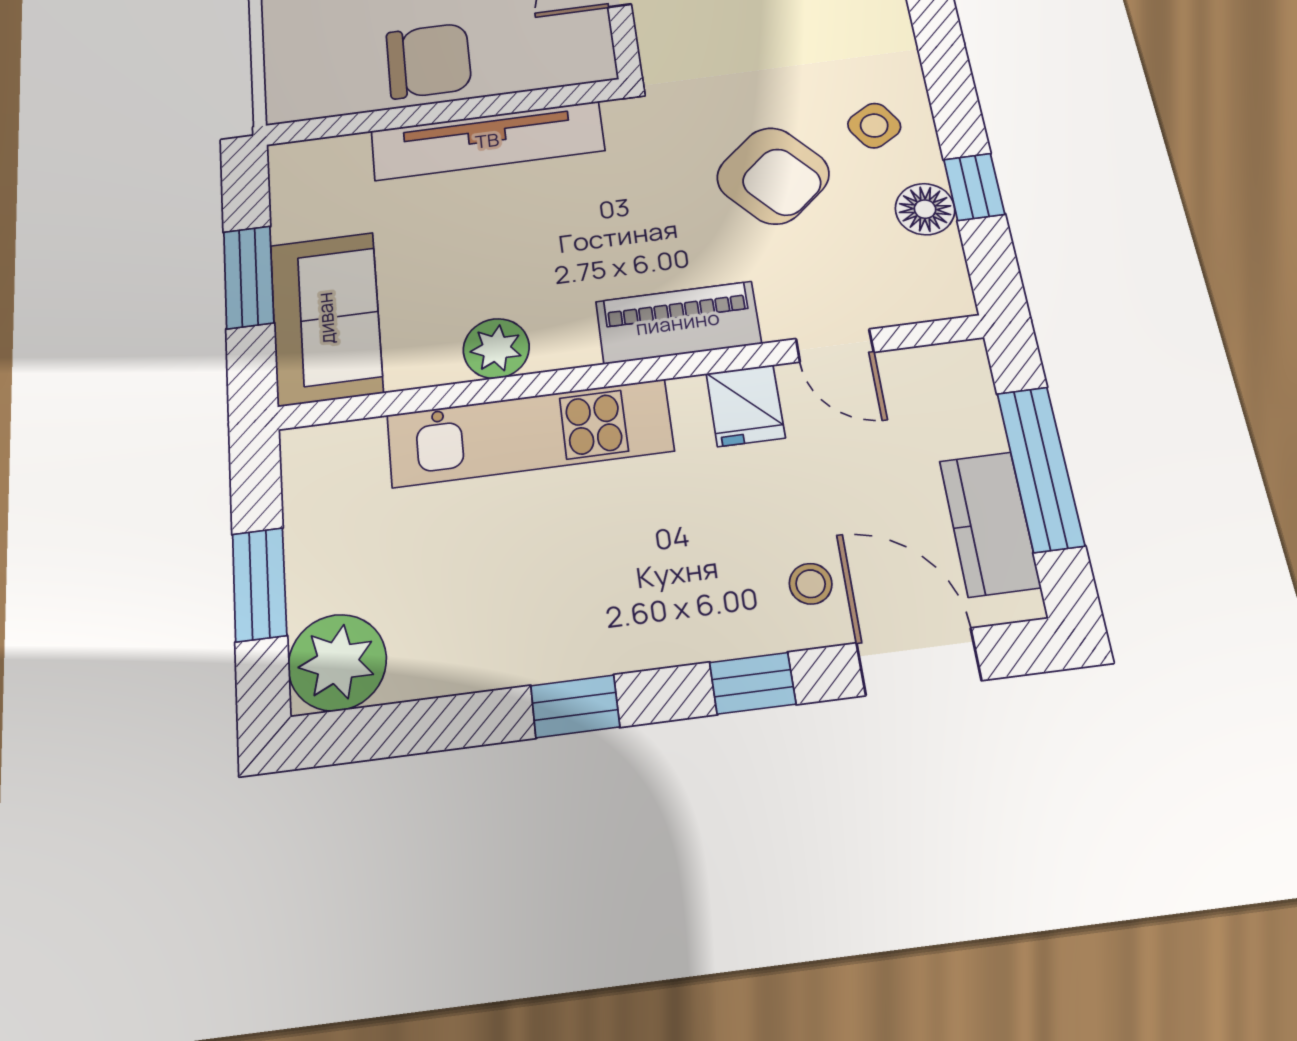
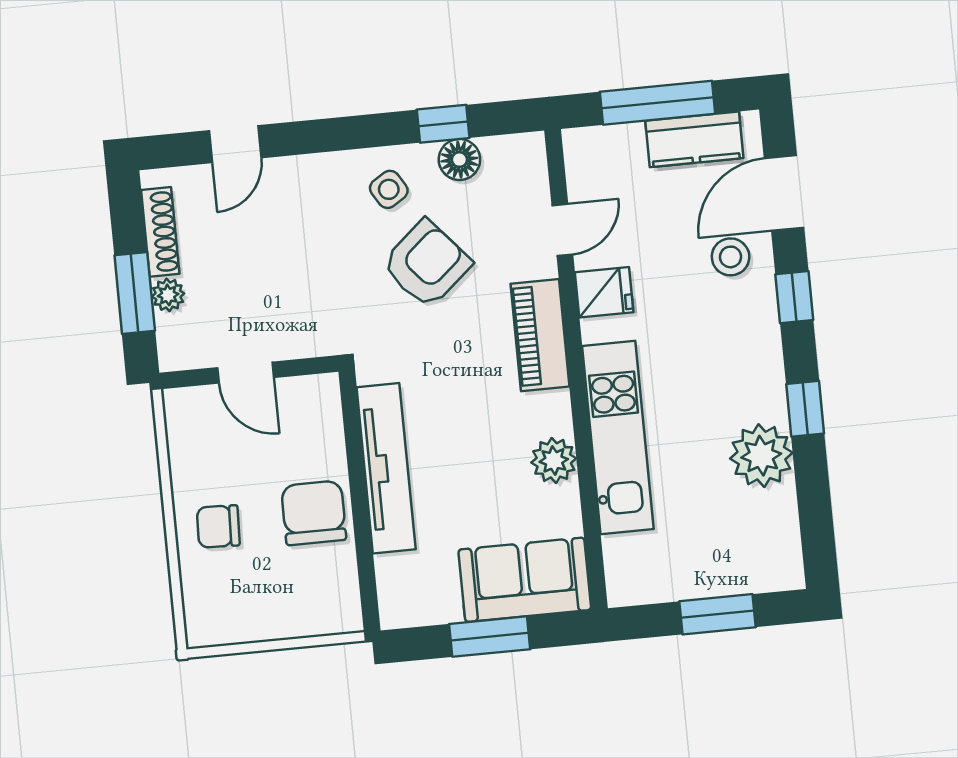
stool: (811, 584) -> (731, 257), width x1.37, depth x1.37
plant: (337, 662) -> (761, 456), moved

